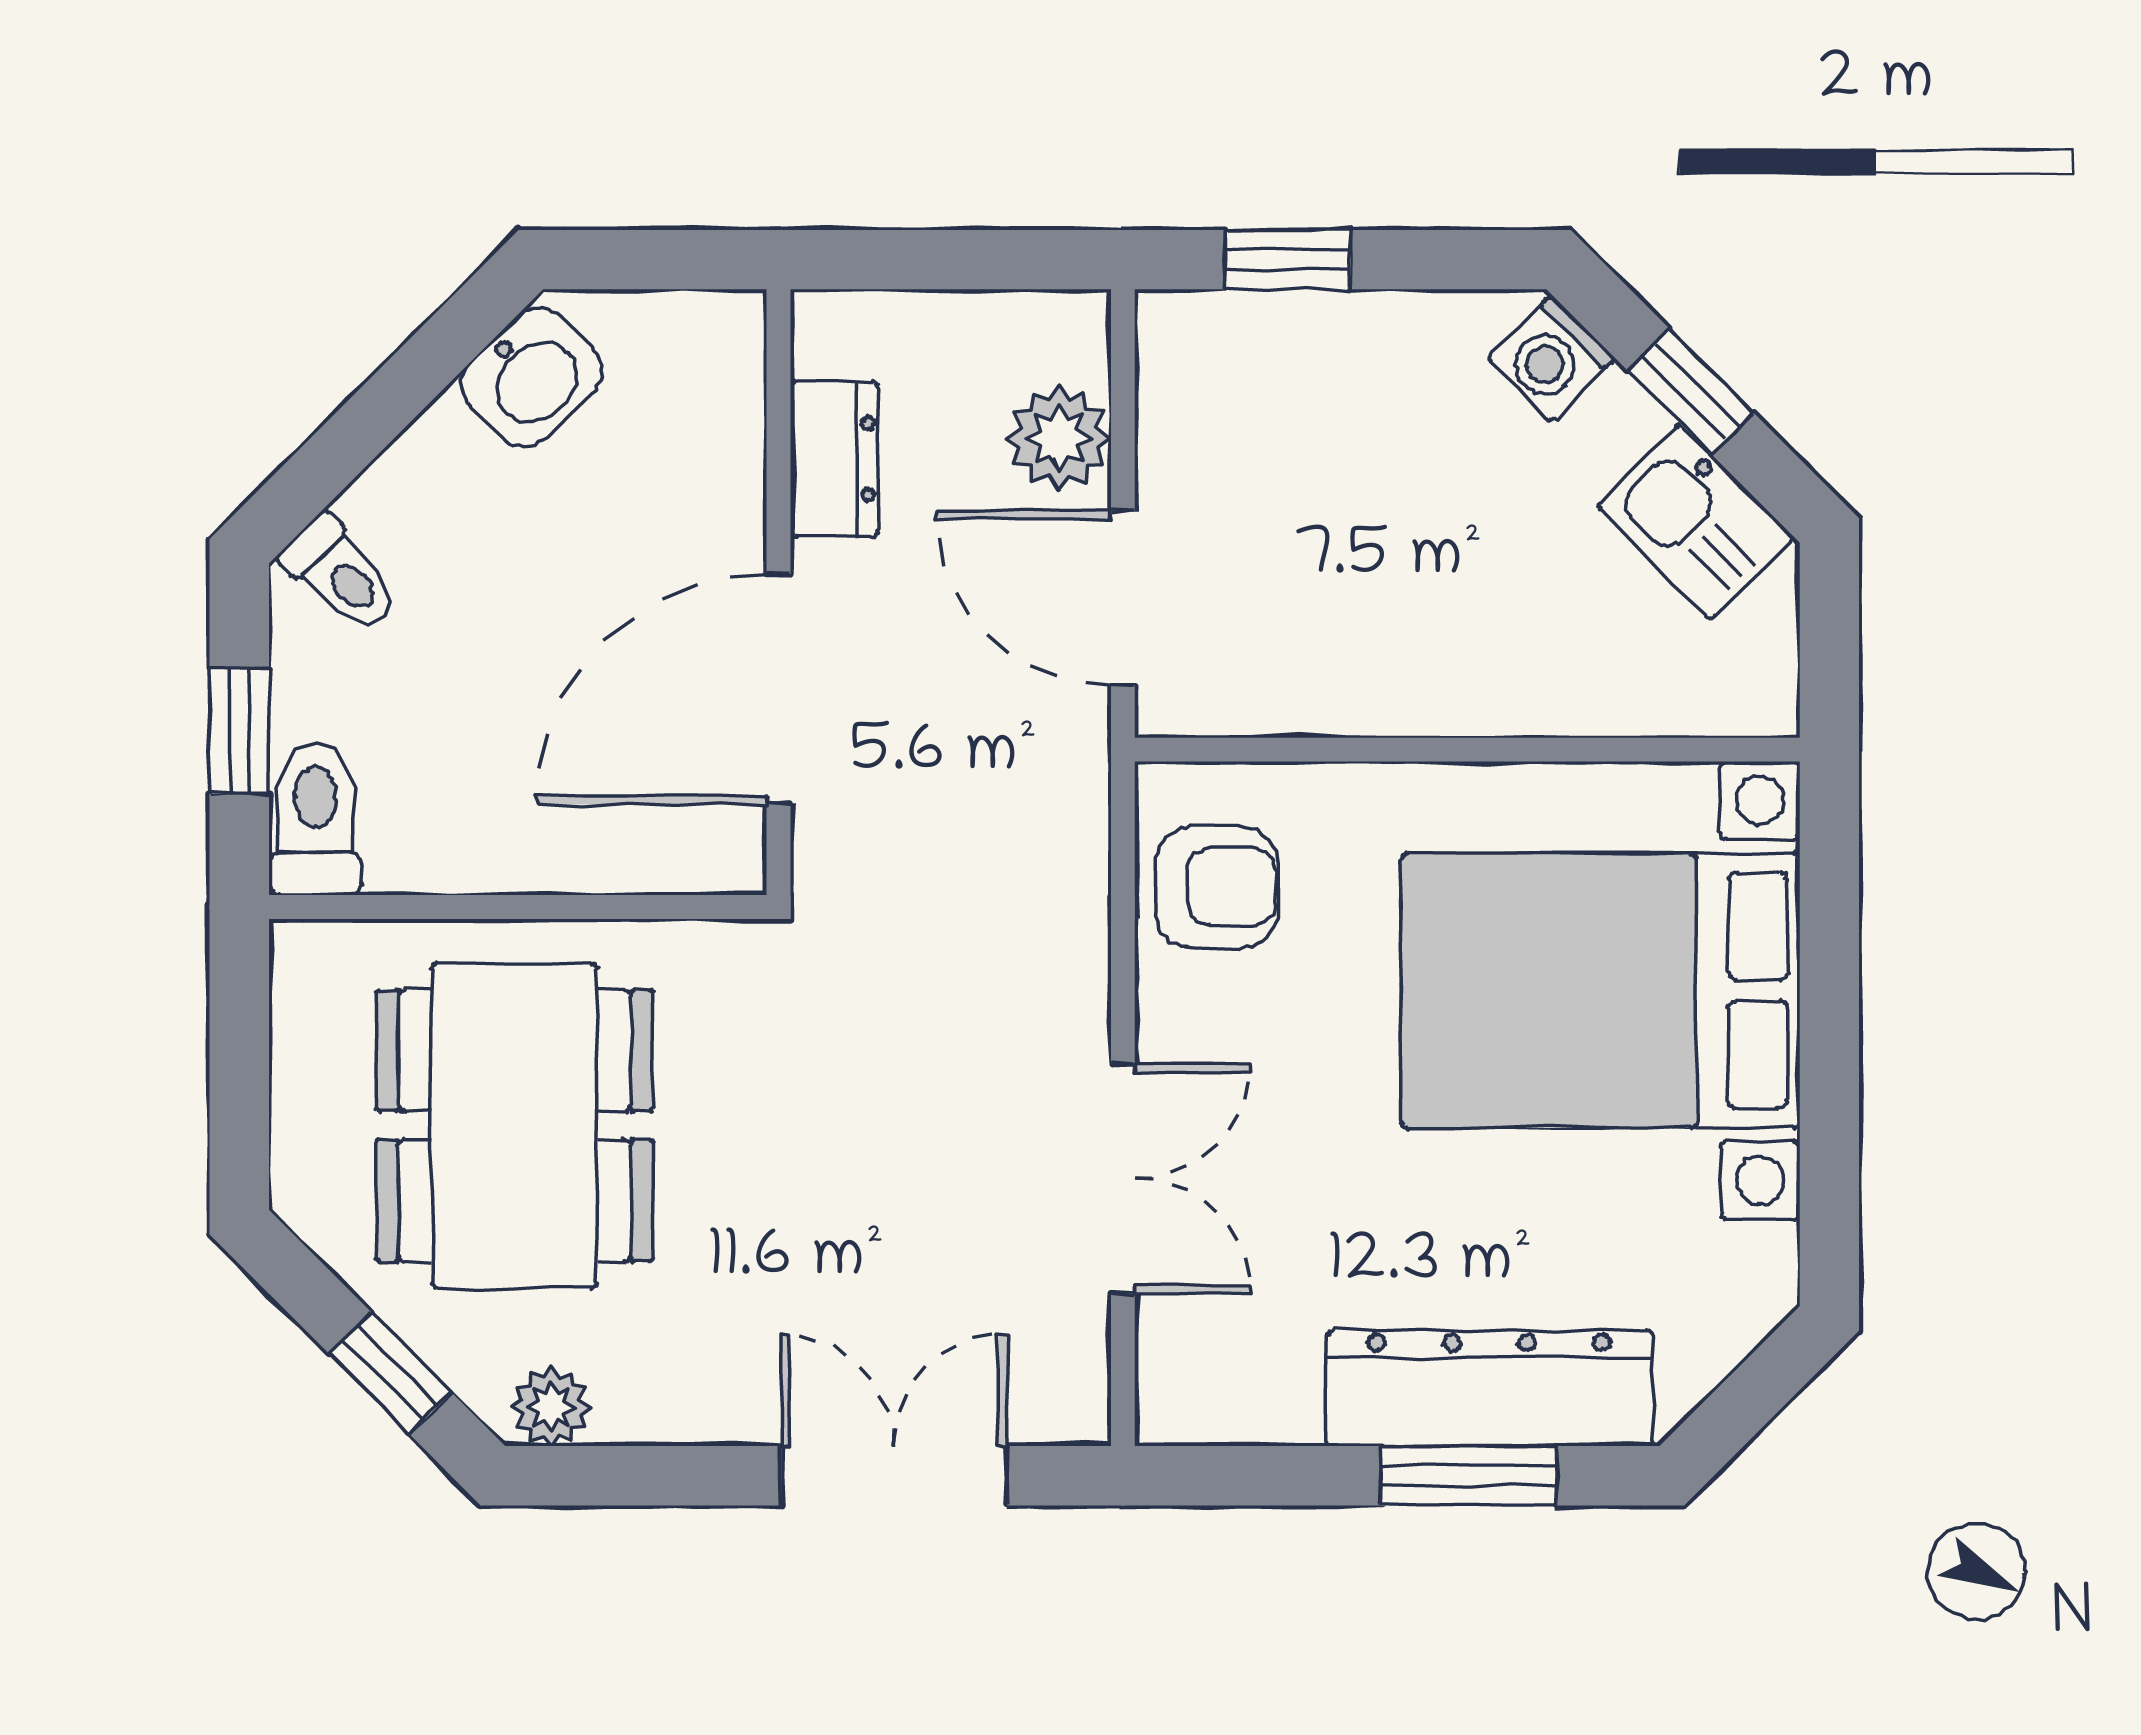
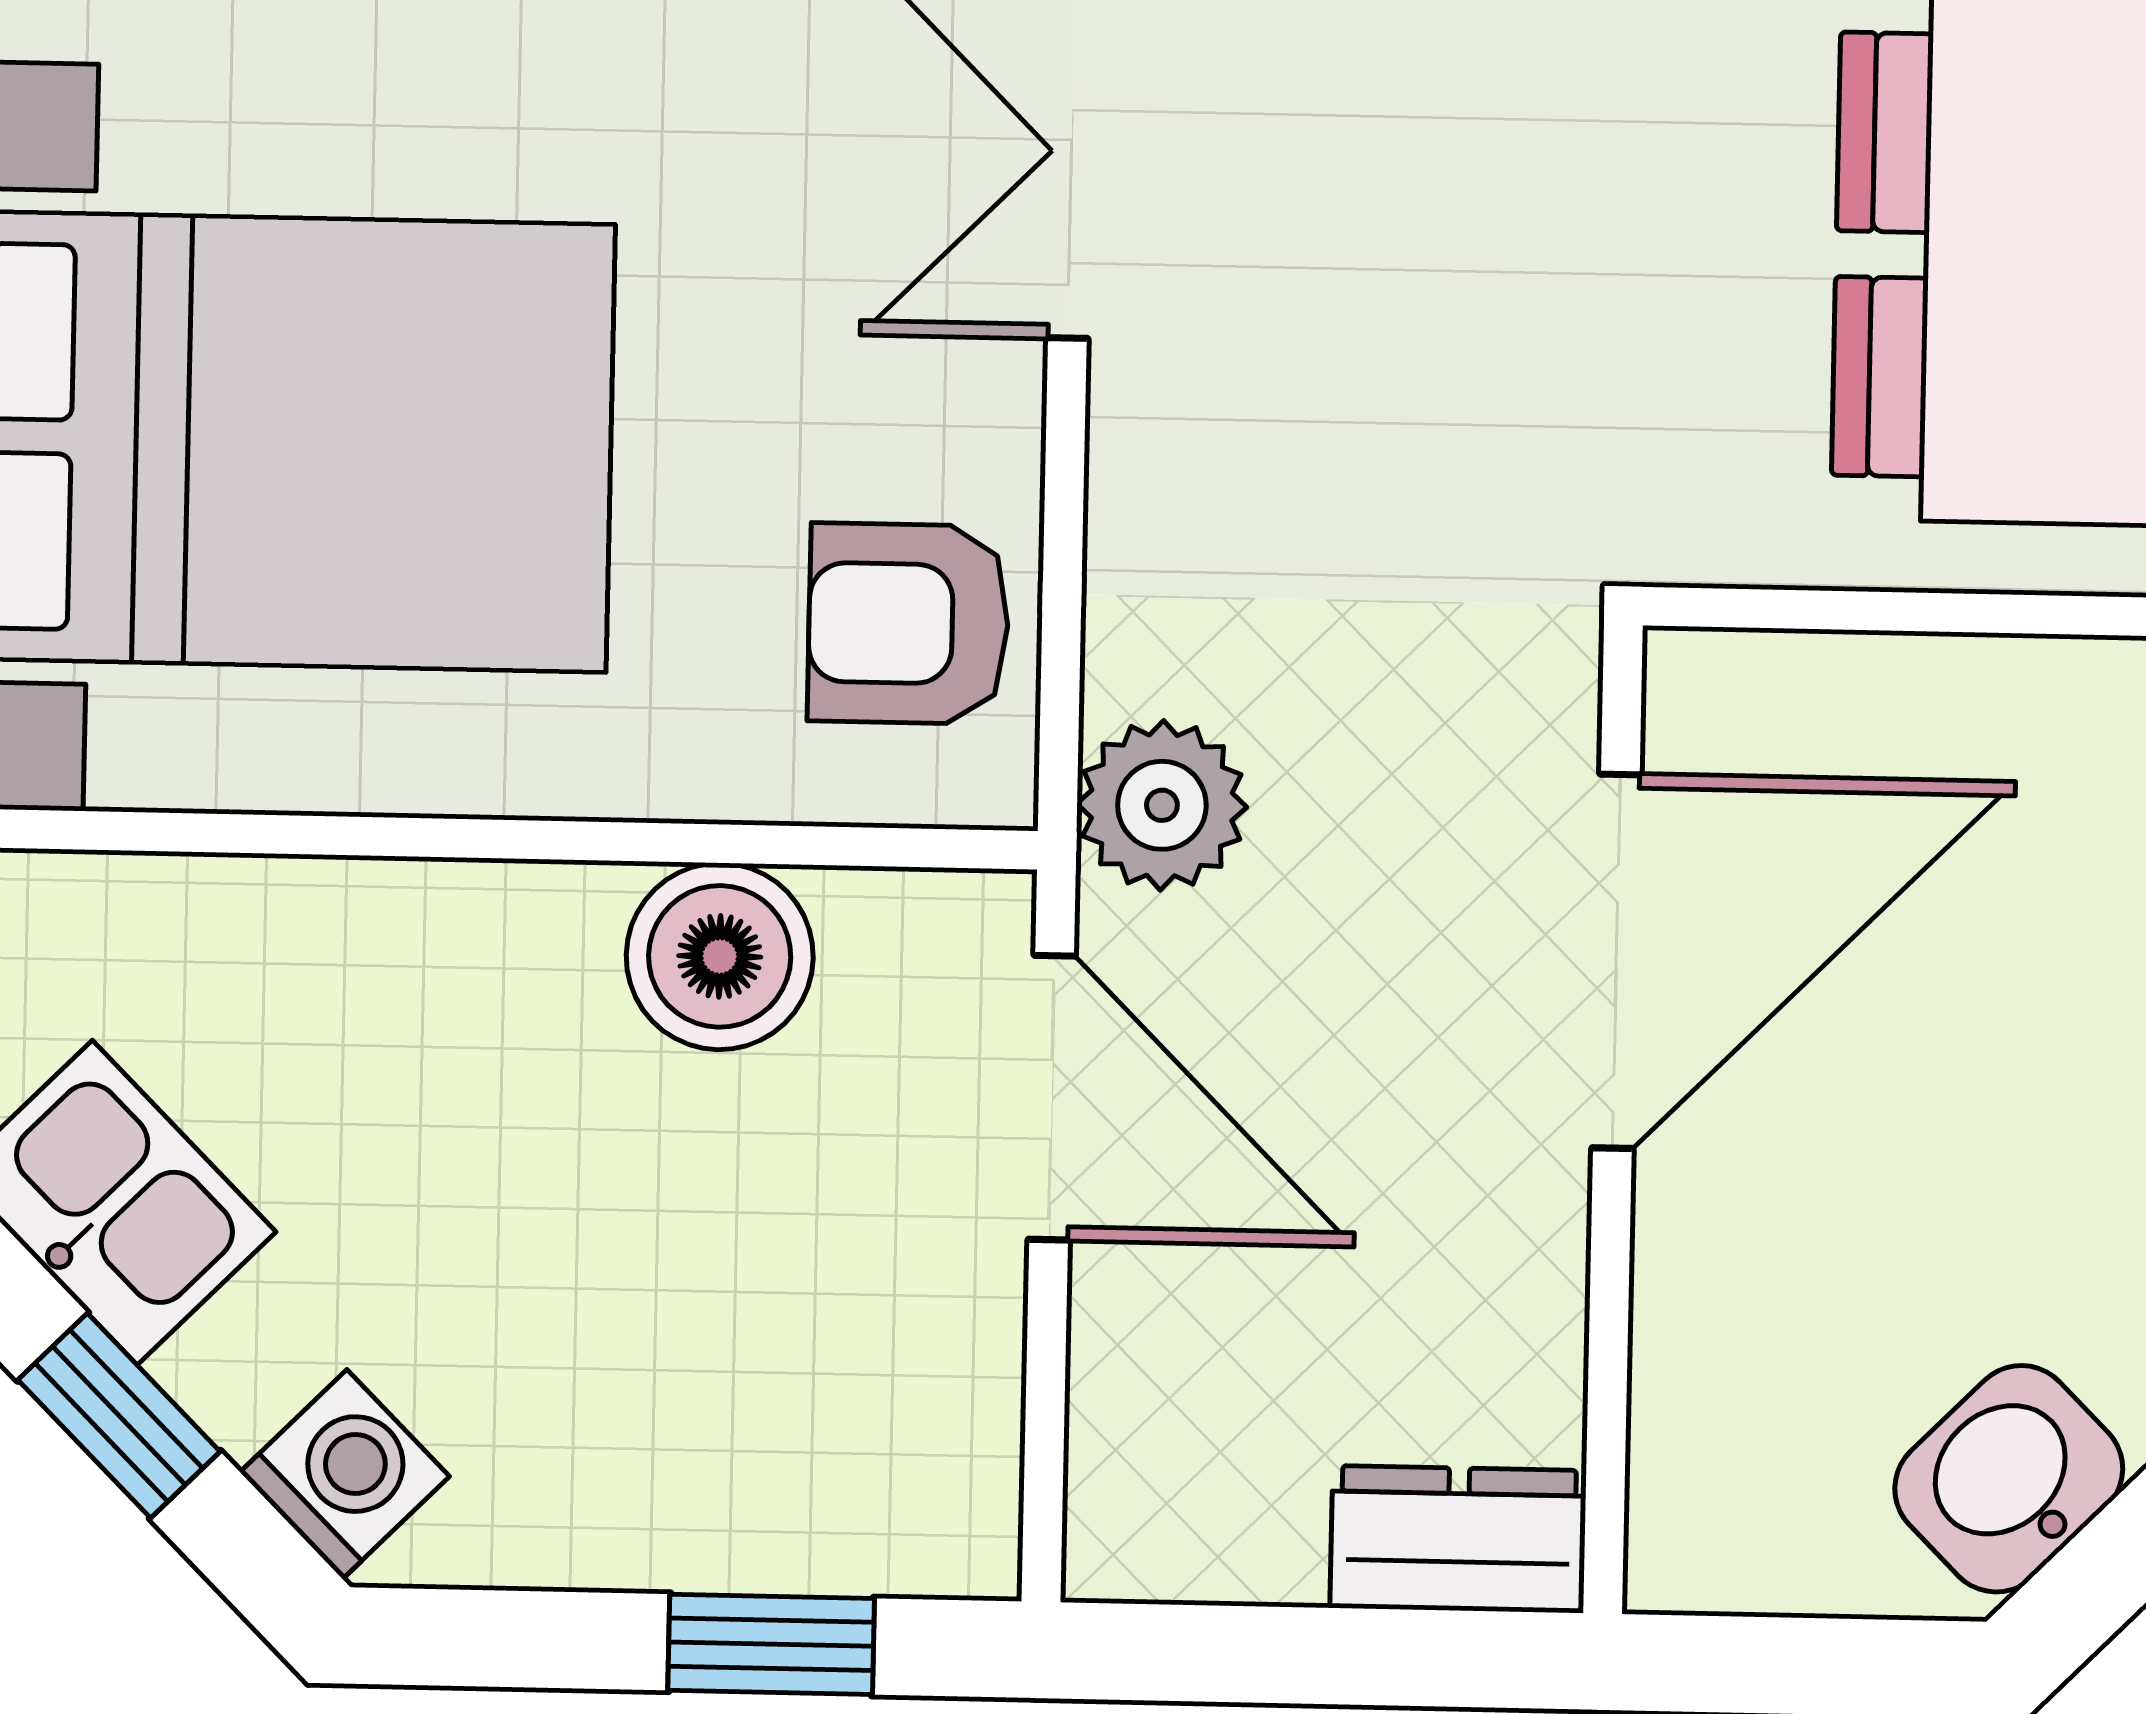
plant: (1059, 438) -> (1162, 805), moved
dresser: (834, 459) -> (1458, 1539), moved, turned 90
boiler: (1328, 681) -> (720, 956), added

